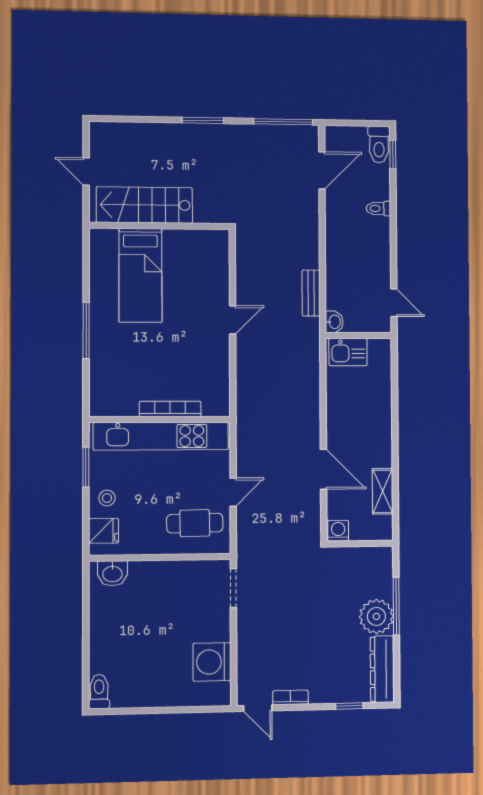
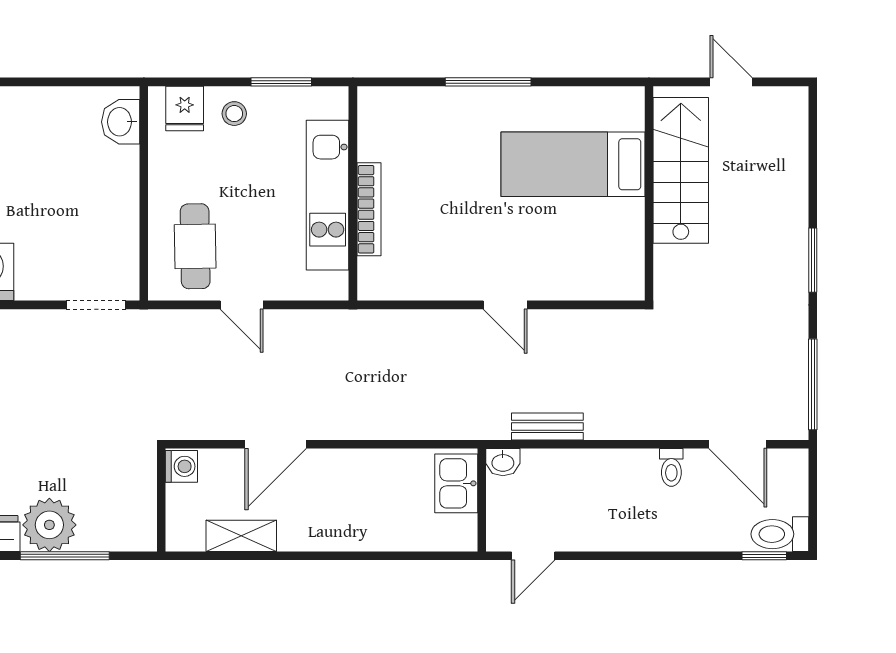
door: (86, 172) -> (731, 82), hinge flipped
toilet: (378, 208) -> (671, 467), moved, turned 180
kitchen unit: (161, 436) -> (328, 195), width x0.73

